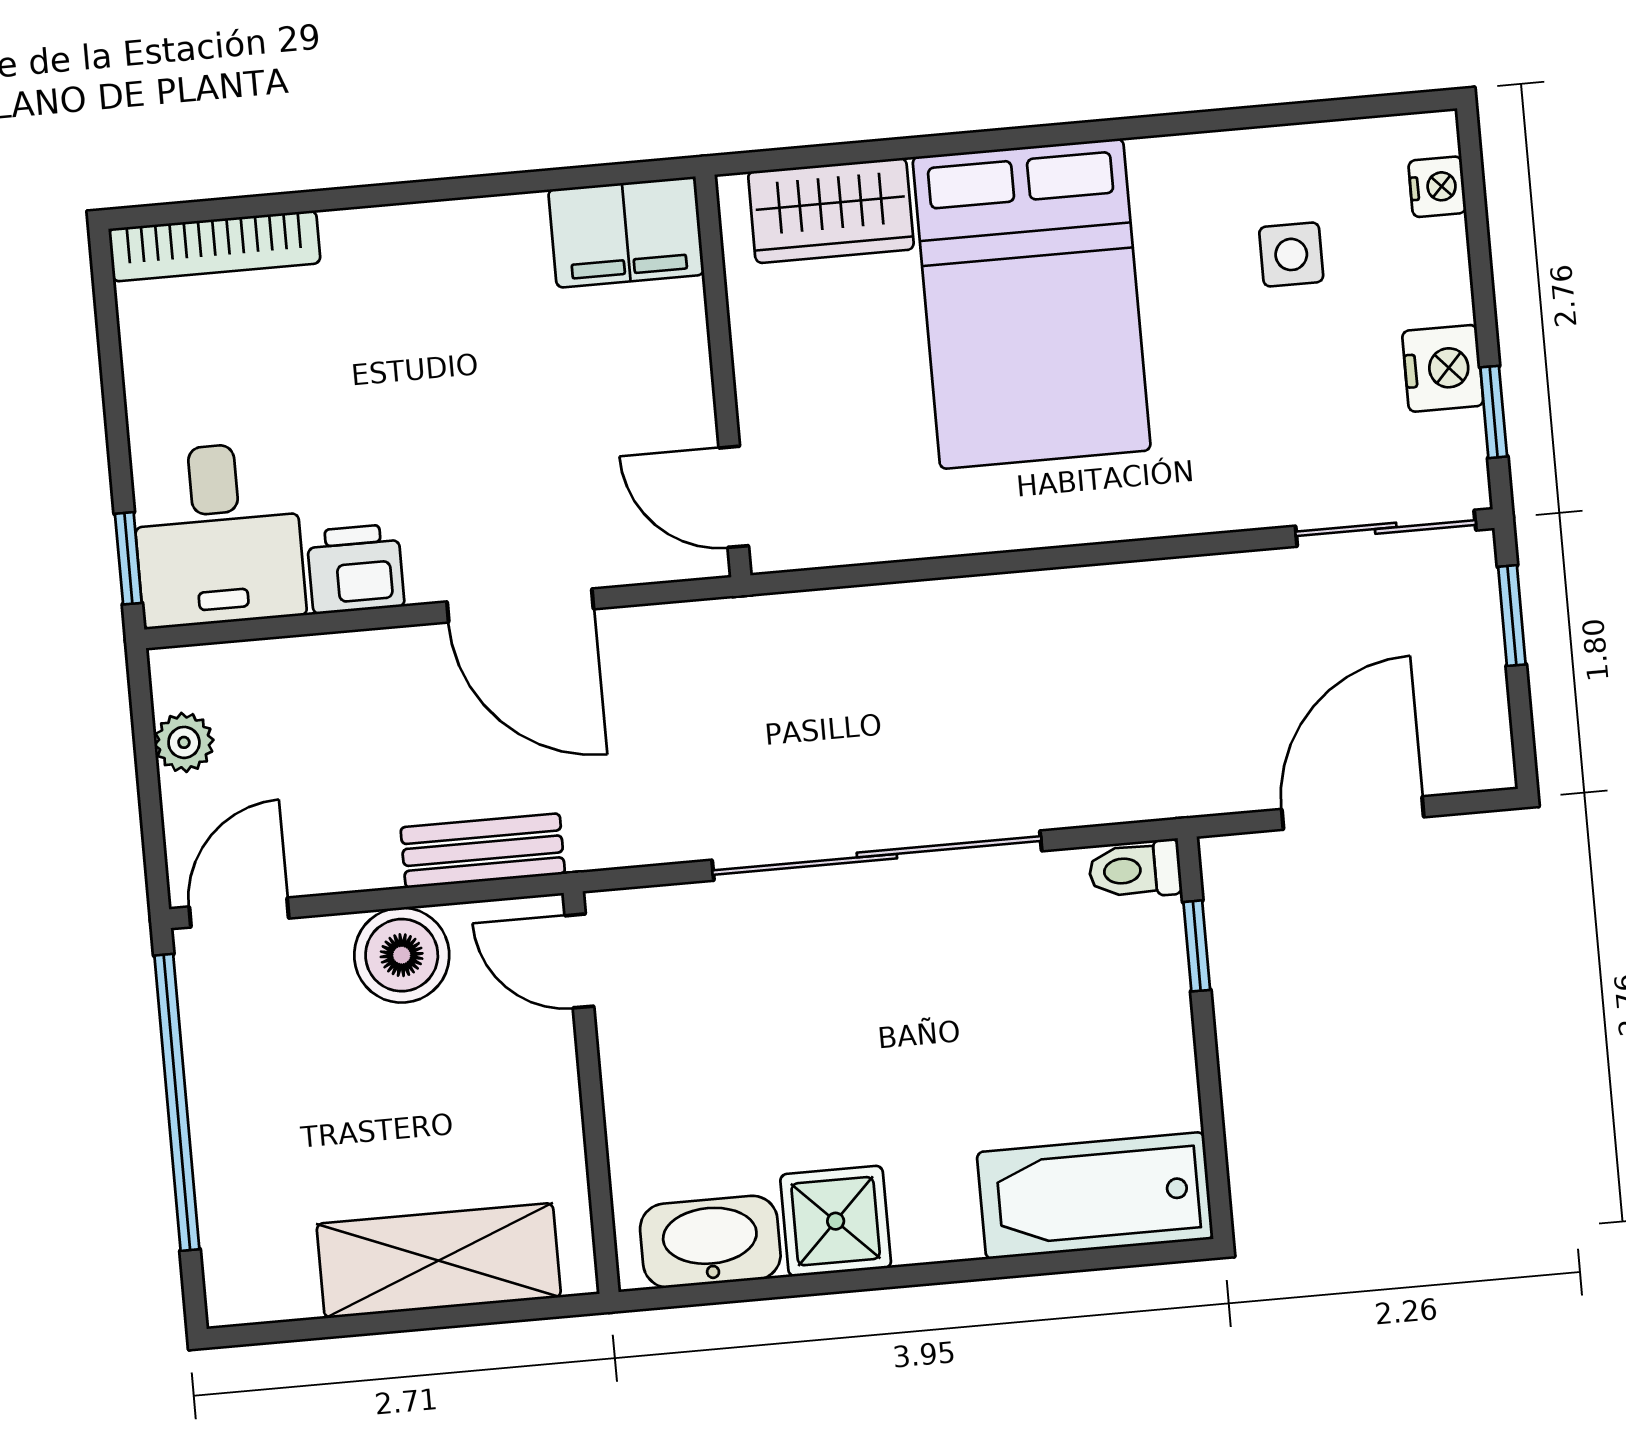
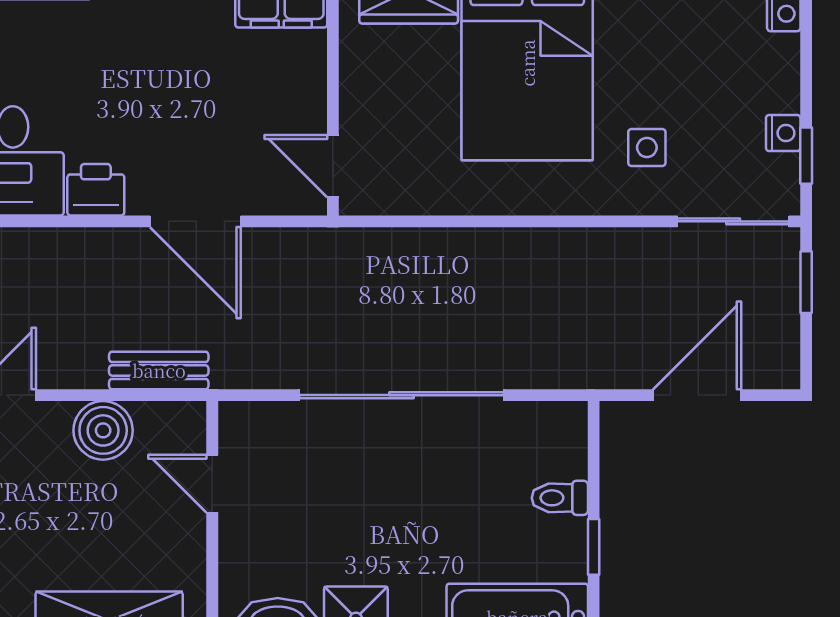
side table: (1291, 254) -> (647, 147), moved
nightstand: (1443, 368) -> (783, 133), width x0.72, depth x0.74
toilet: (1135, 870) -> (560, 498), moved
window: (1197, 946) -> (594, 547), moved
door: (579, 961) -> (212, 484), moved

